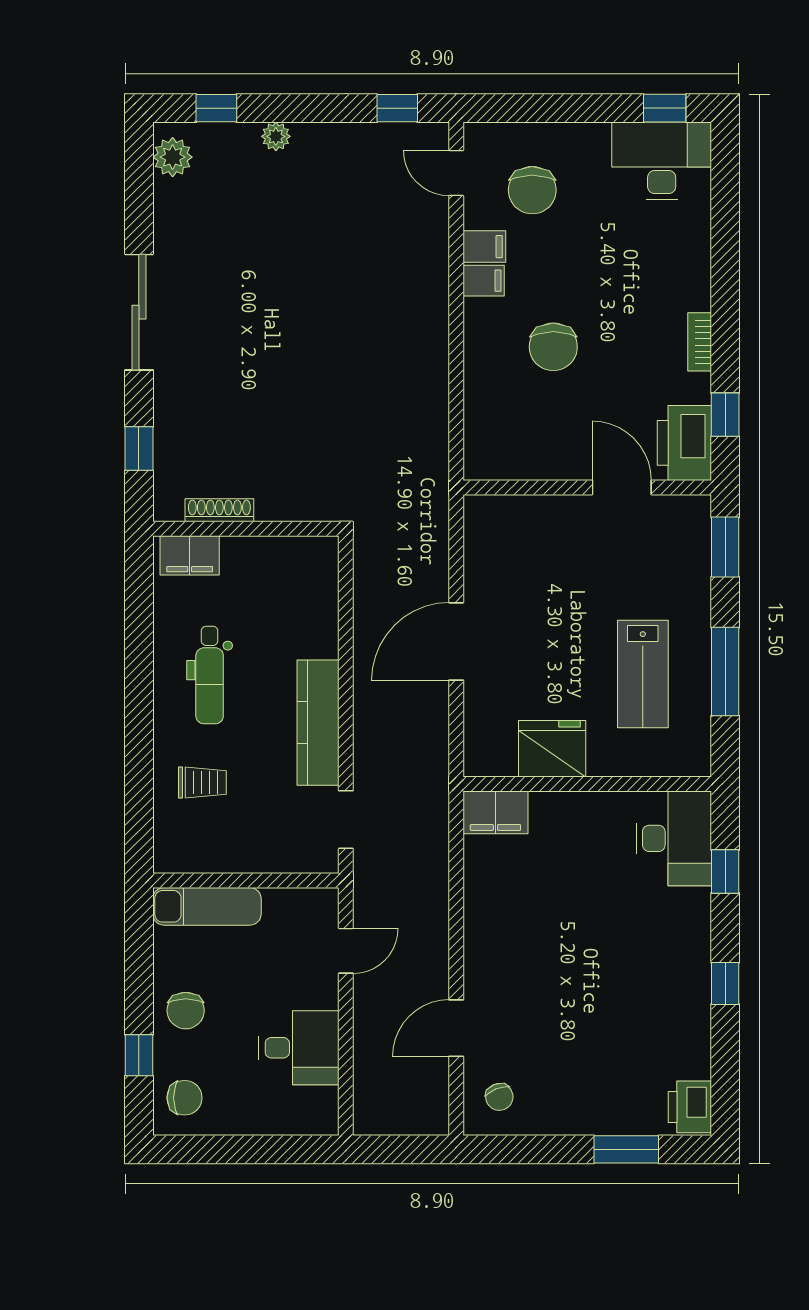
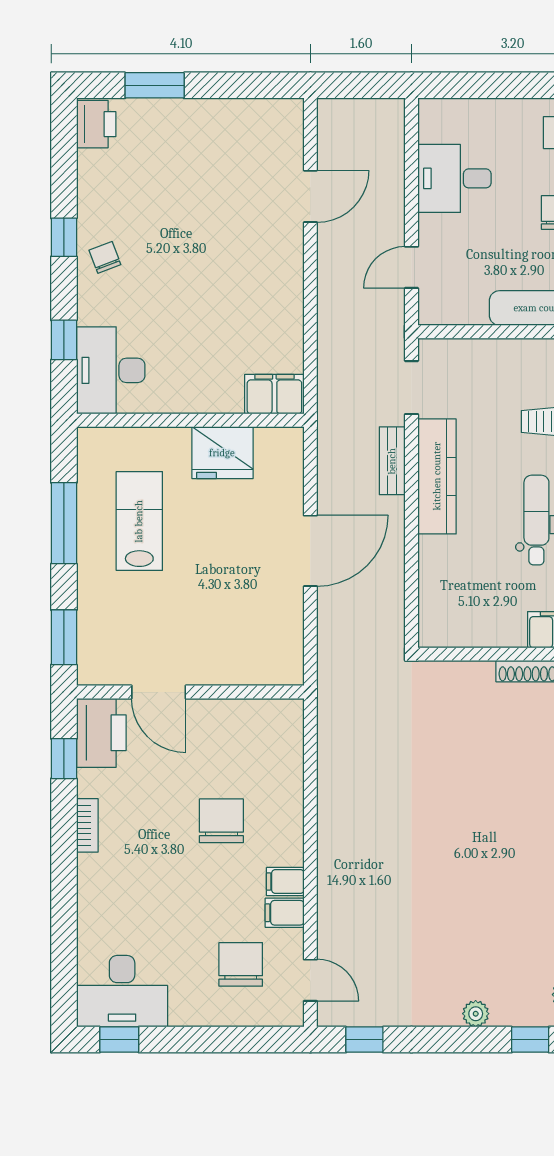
bench: (367, 740) -> (392, 461), added
chair: (499, 1097) -> (105, 257), moved

